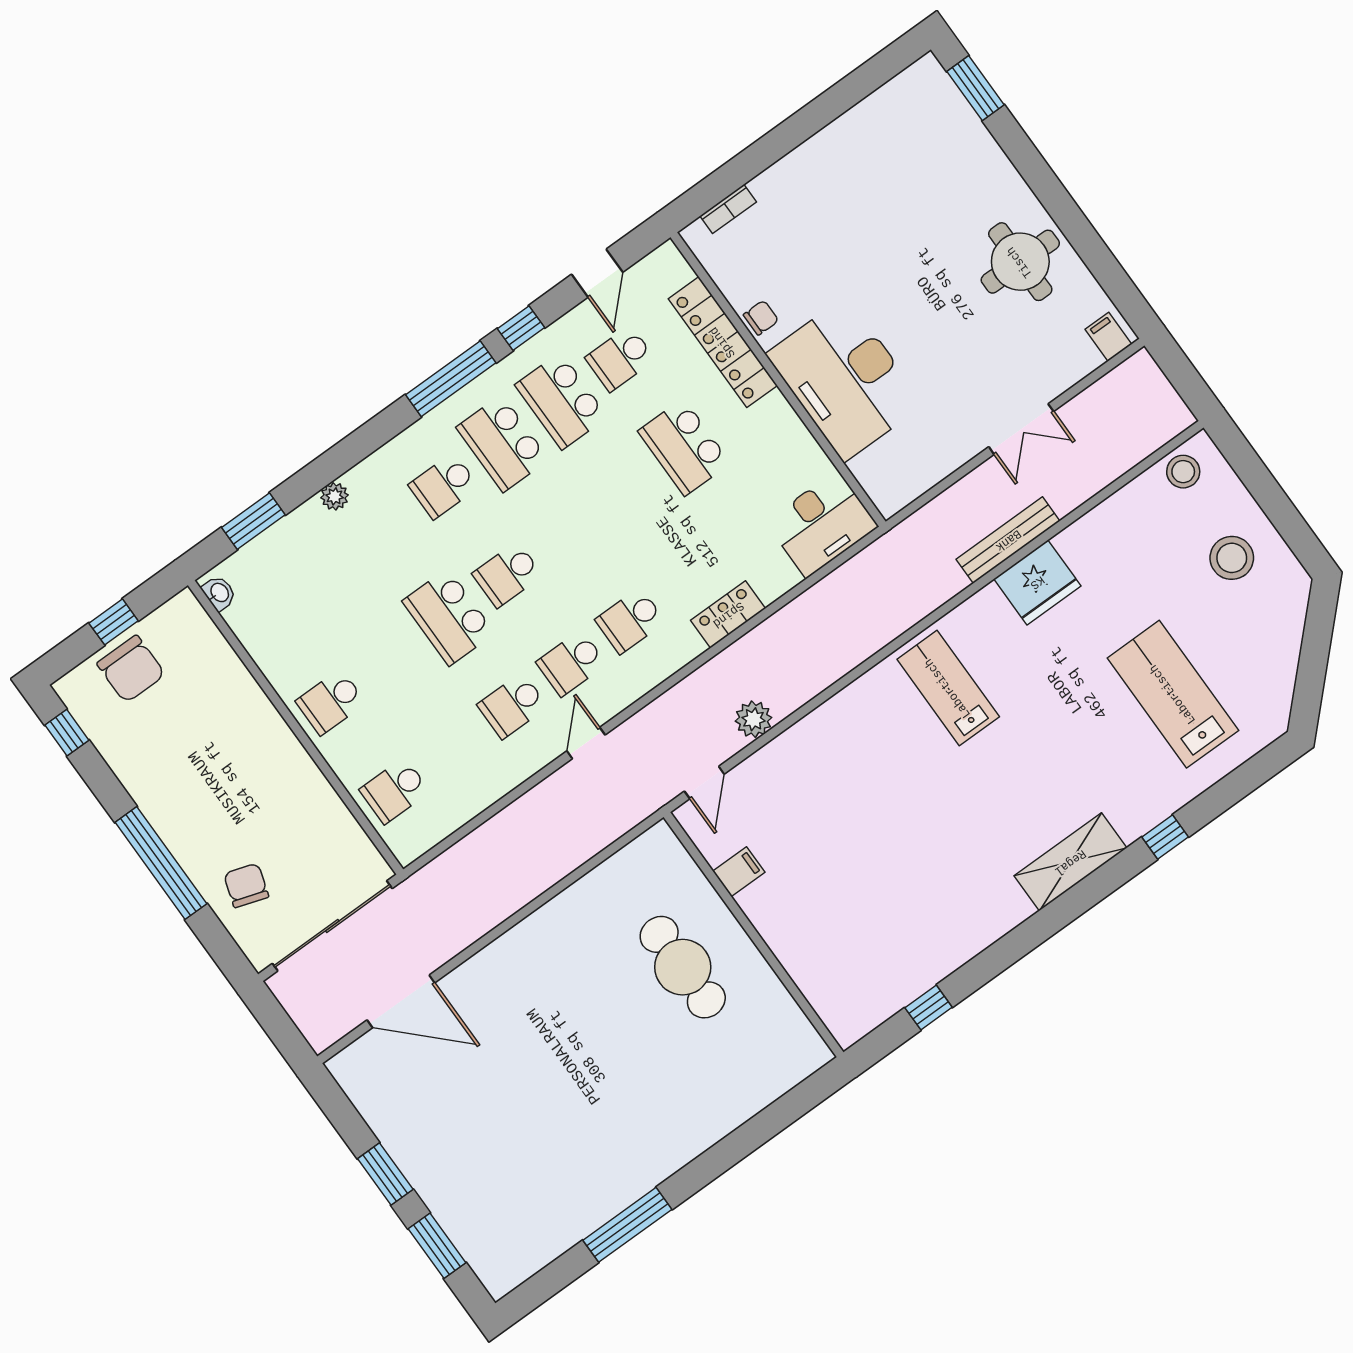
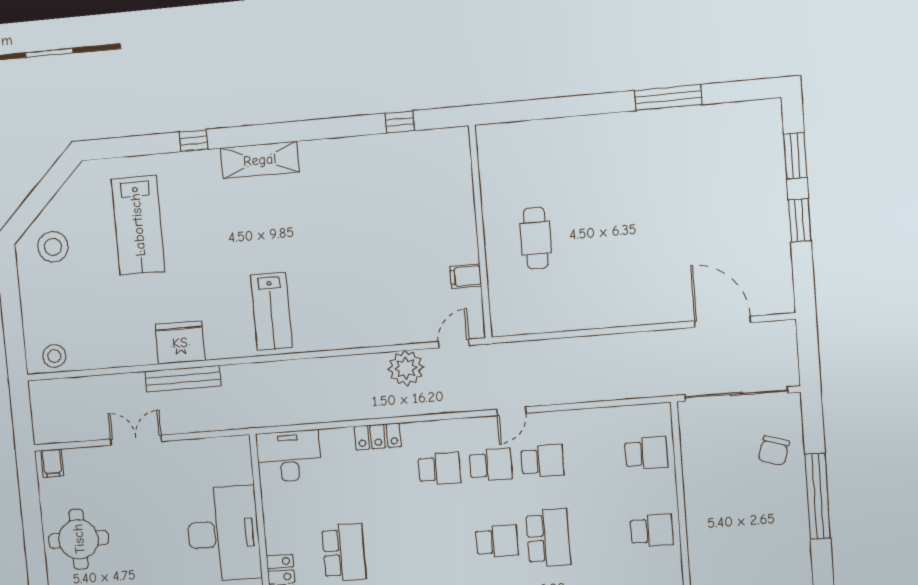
stool: (1232, 558) -> (53, 247), moved
plant: (754, 719) -> (406, 368), width x1.36, depth x1.36
cafe table: (683, 967) -> (536, 238), width x0.73, depth x0.74

